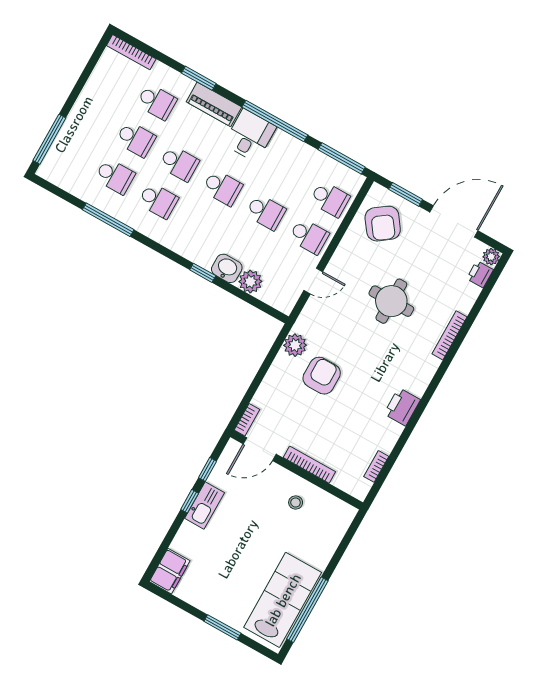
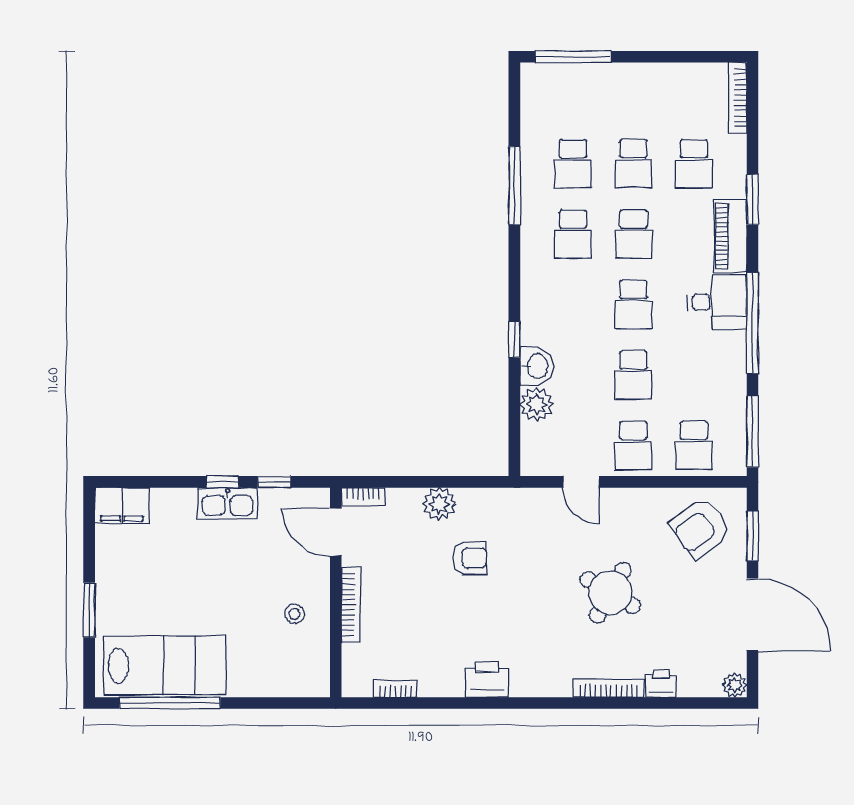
printer: (480, 274) -> (661, 684), moved
round table: (391, 301) -> (610, 593), turned 30
plant: (295, 345) -> (439, 504), moved
armchair: (322, 376) -> (470, 558), width x0.72, depth x0.72

